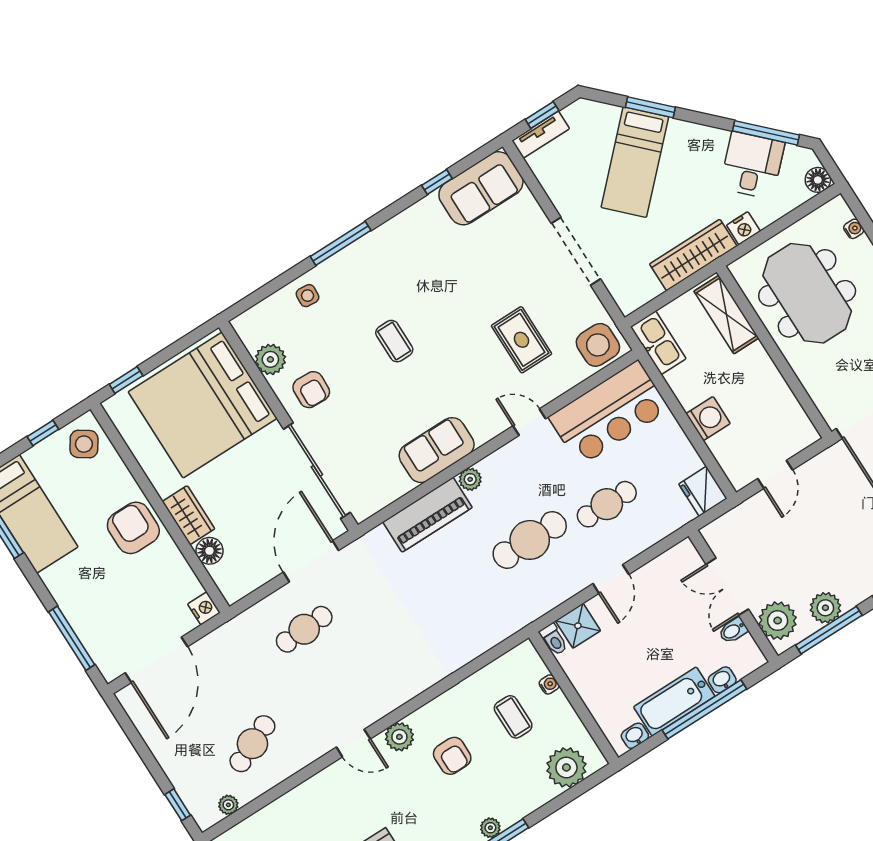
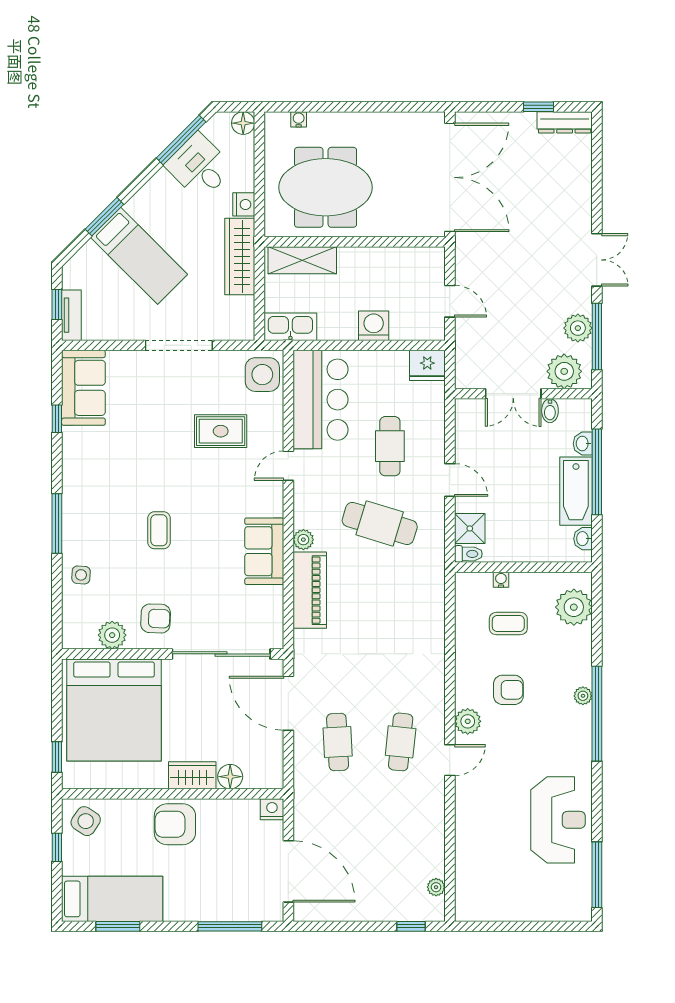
coffee table: (394, 341) -> (159, 530), turned 90
cafe table: (530, 540) -> (380, 523), turned -73
cafe table: (252, 744) -> (401, 742), moved, turned 30

